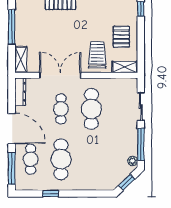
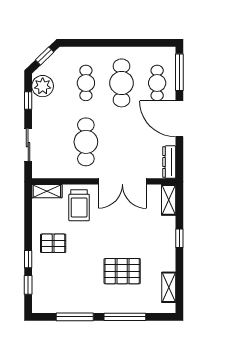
window: (12, 27) -> (179, 238), width x0.46
pallet: (121, 37) -> (53, 243), moved, turned 90
cafe table: (61, 109) -> (86, 83), moved
window: (141, 144) -> (28, 100), width x0.46
plant: (133, 161) -> (43, 86), width x1.88, depth x1.88
window: (51, 194) -> (134, 43), removed

